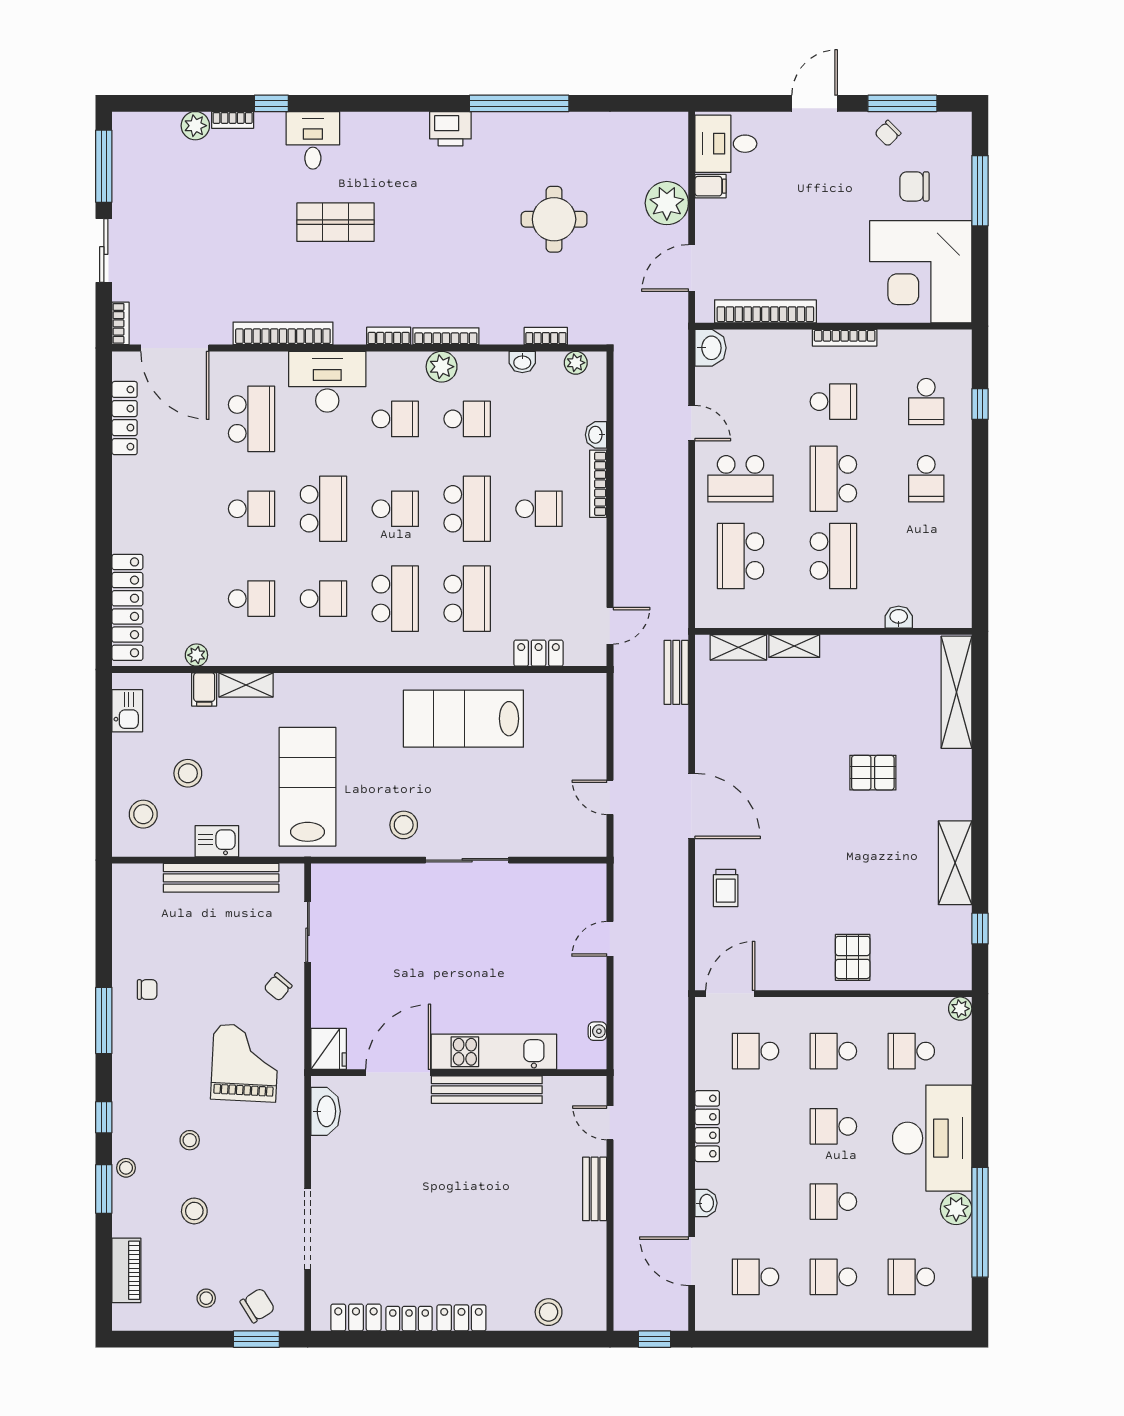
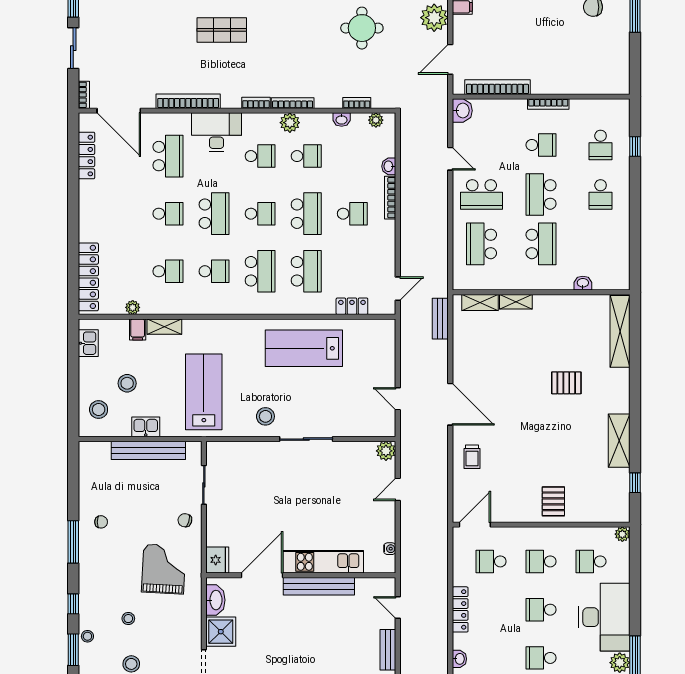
corner desk: (921, 272) -> (597, 62), removed
plant: (592, 879) -> (386, 451), added
chair: (278, 987) -> (185, 520), turned 67
shower: (334, 1161) -> (221, 632), added

